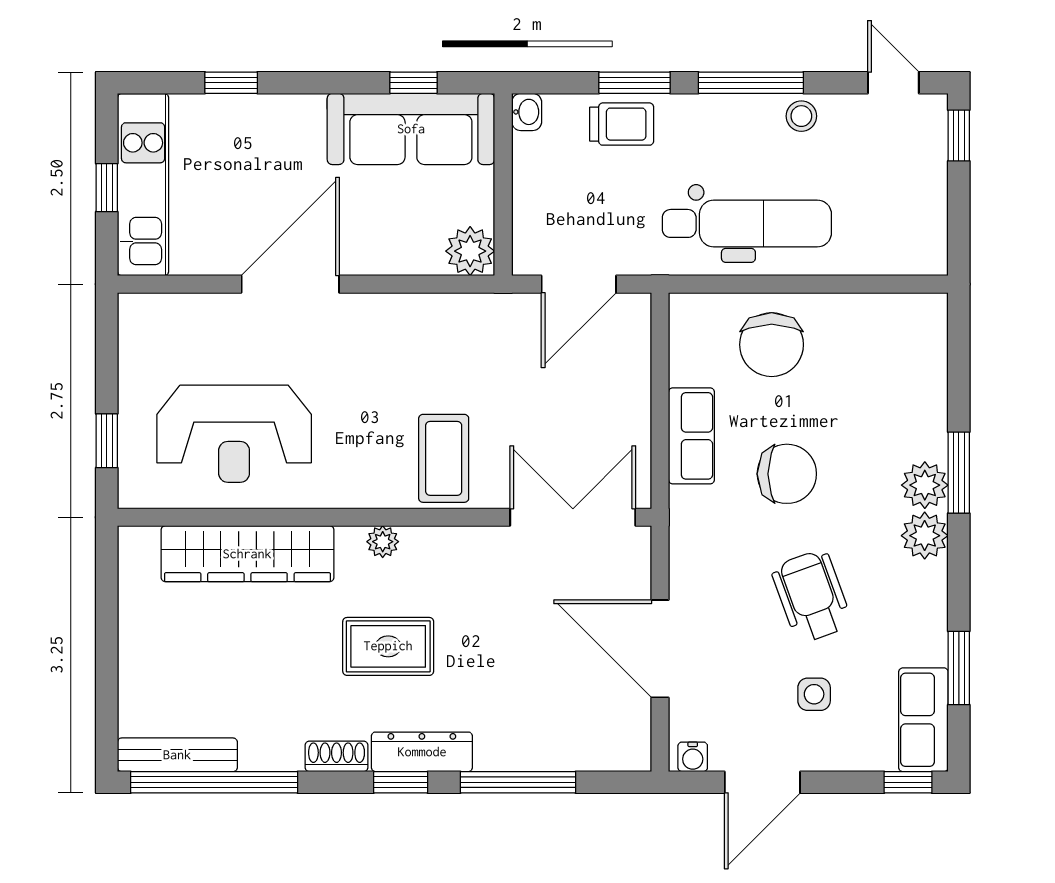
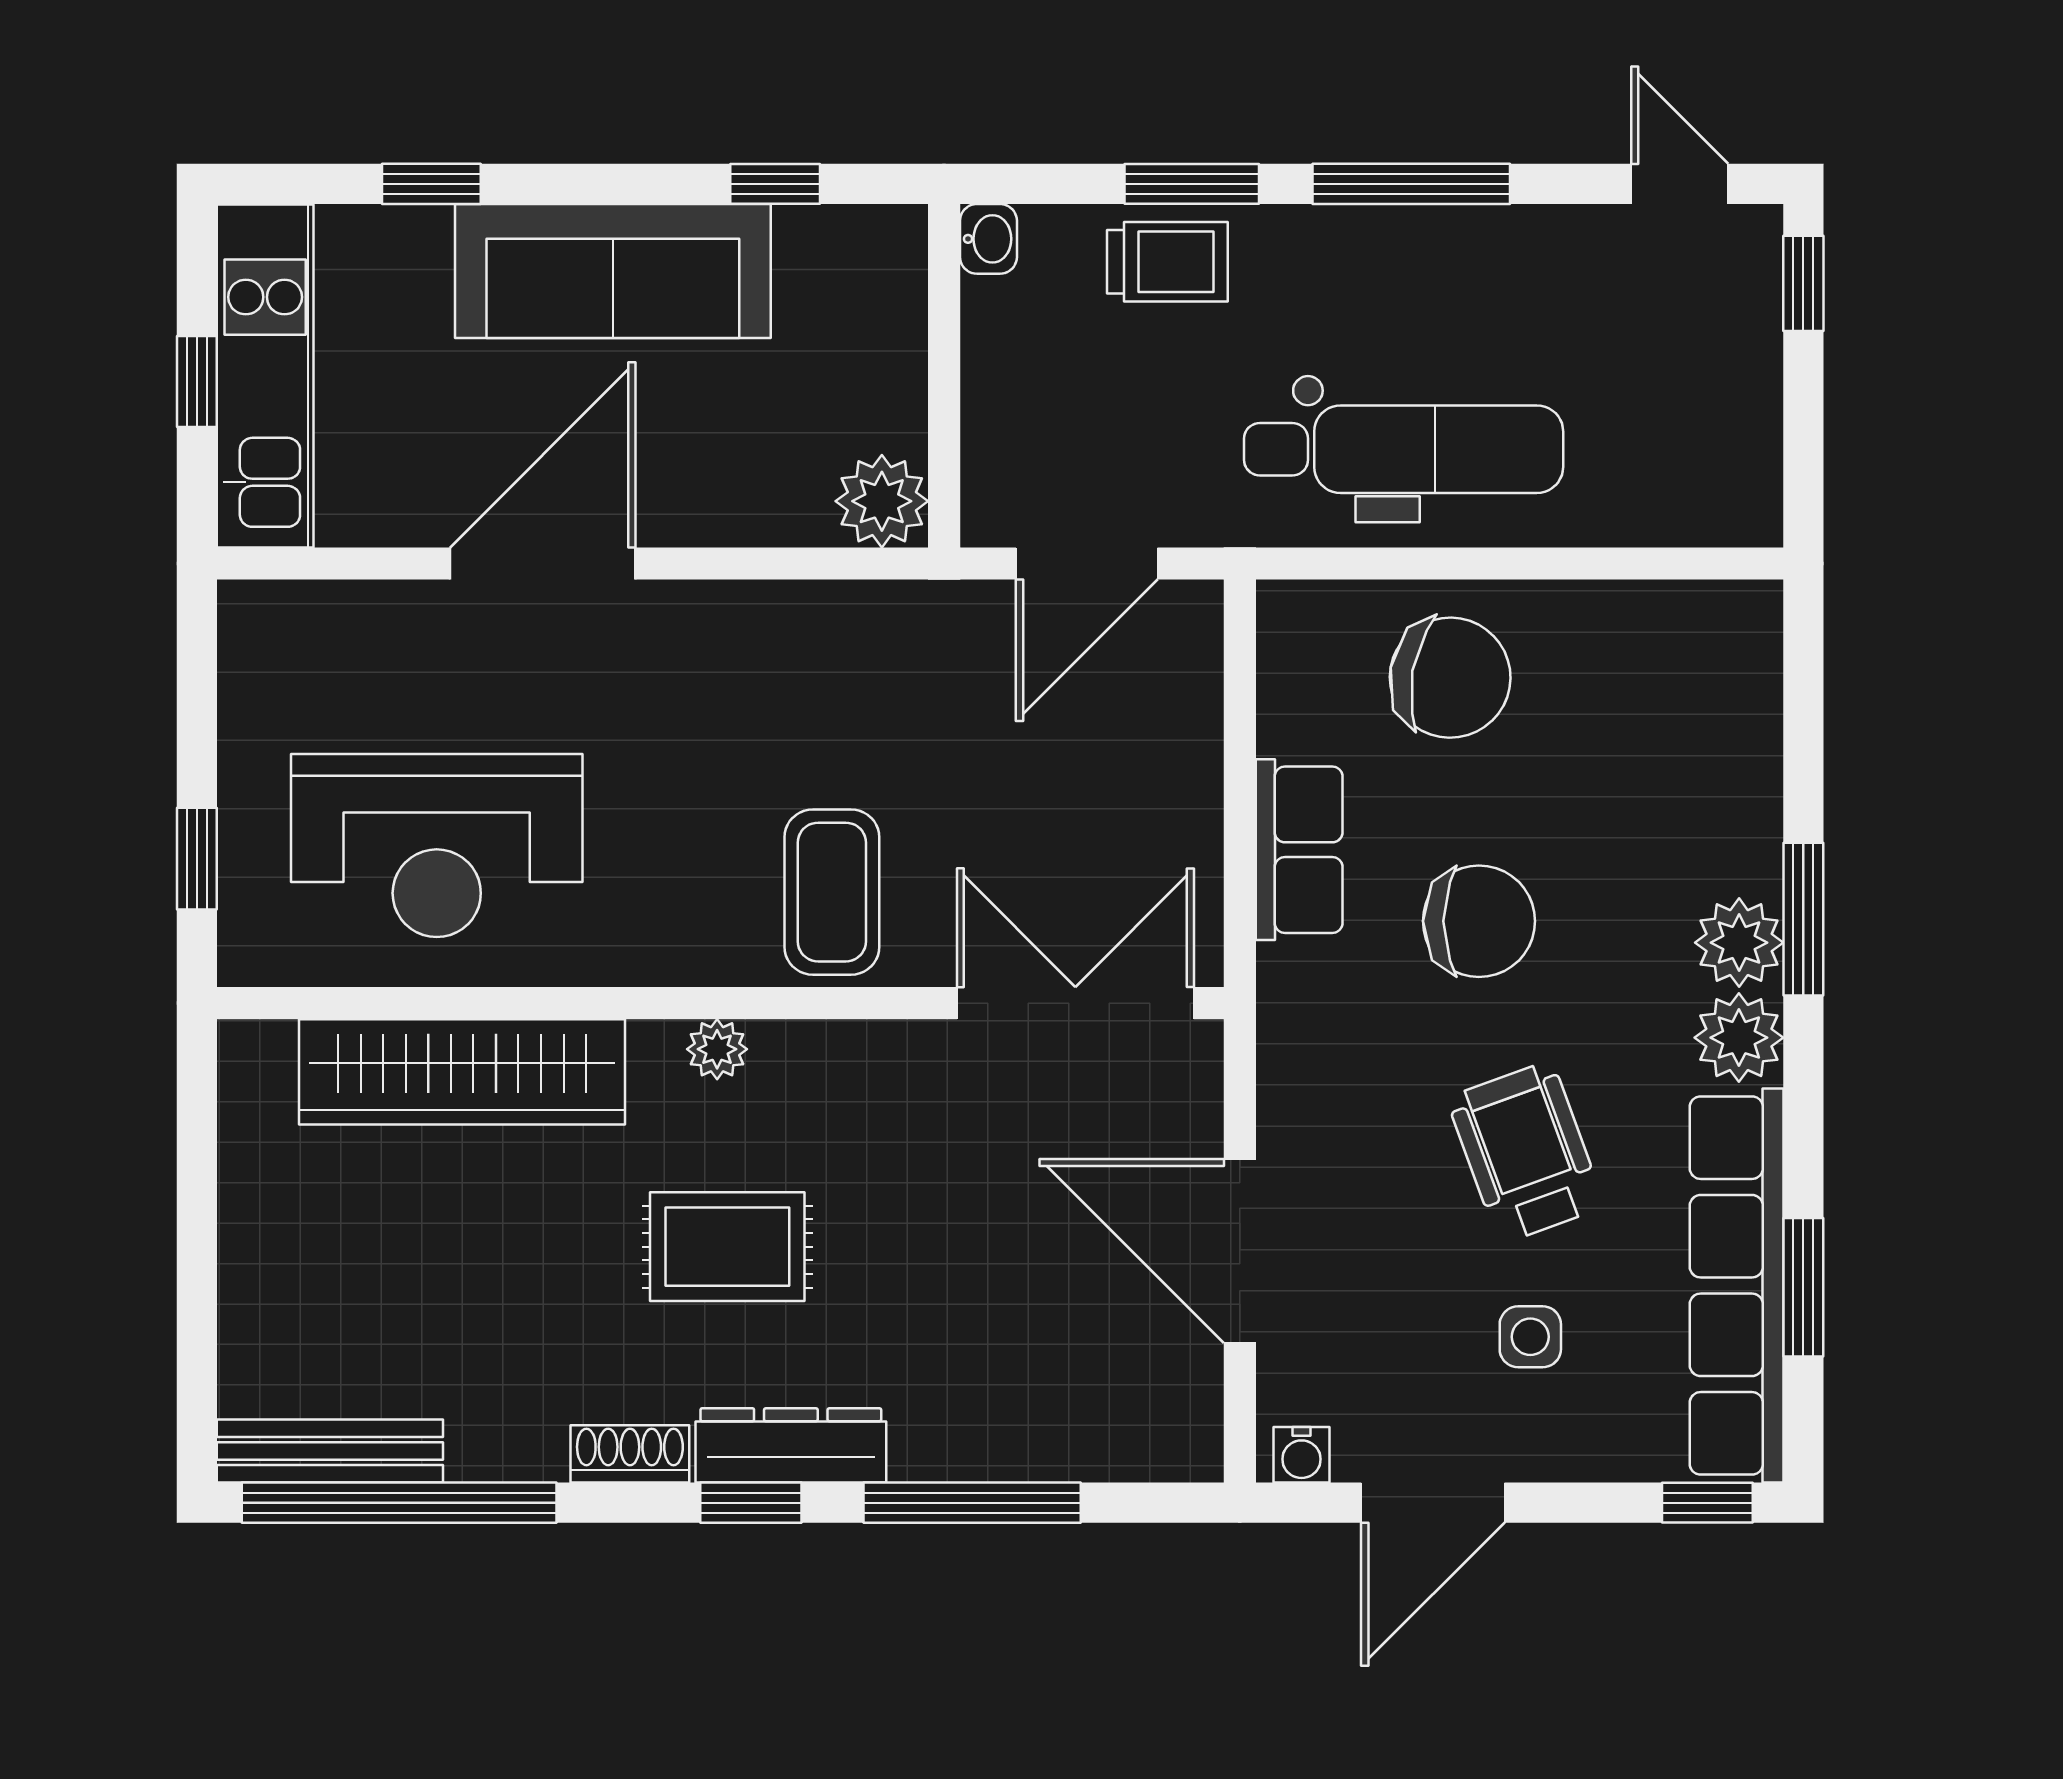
stool: (801, 116) -> (1506, 247), removed
sofa: (411, 129) -> (613, 271), moved
chair: (772, 345) -> (1450, 678), turned -80
row of seats: (923, 720) -> (1737, 1286), width x2.02

